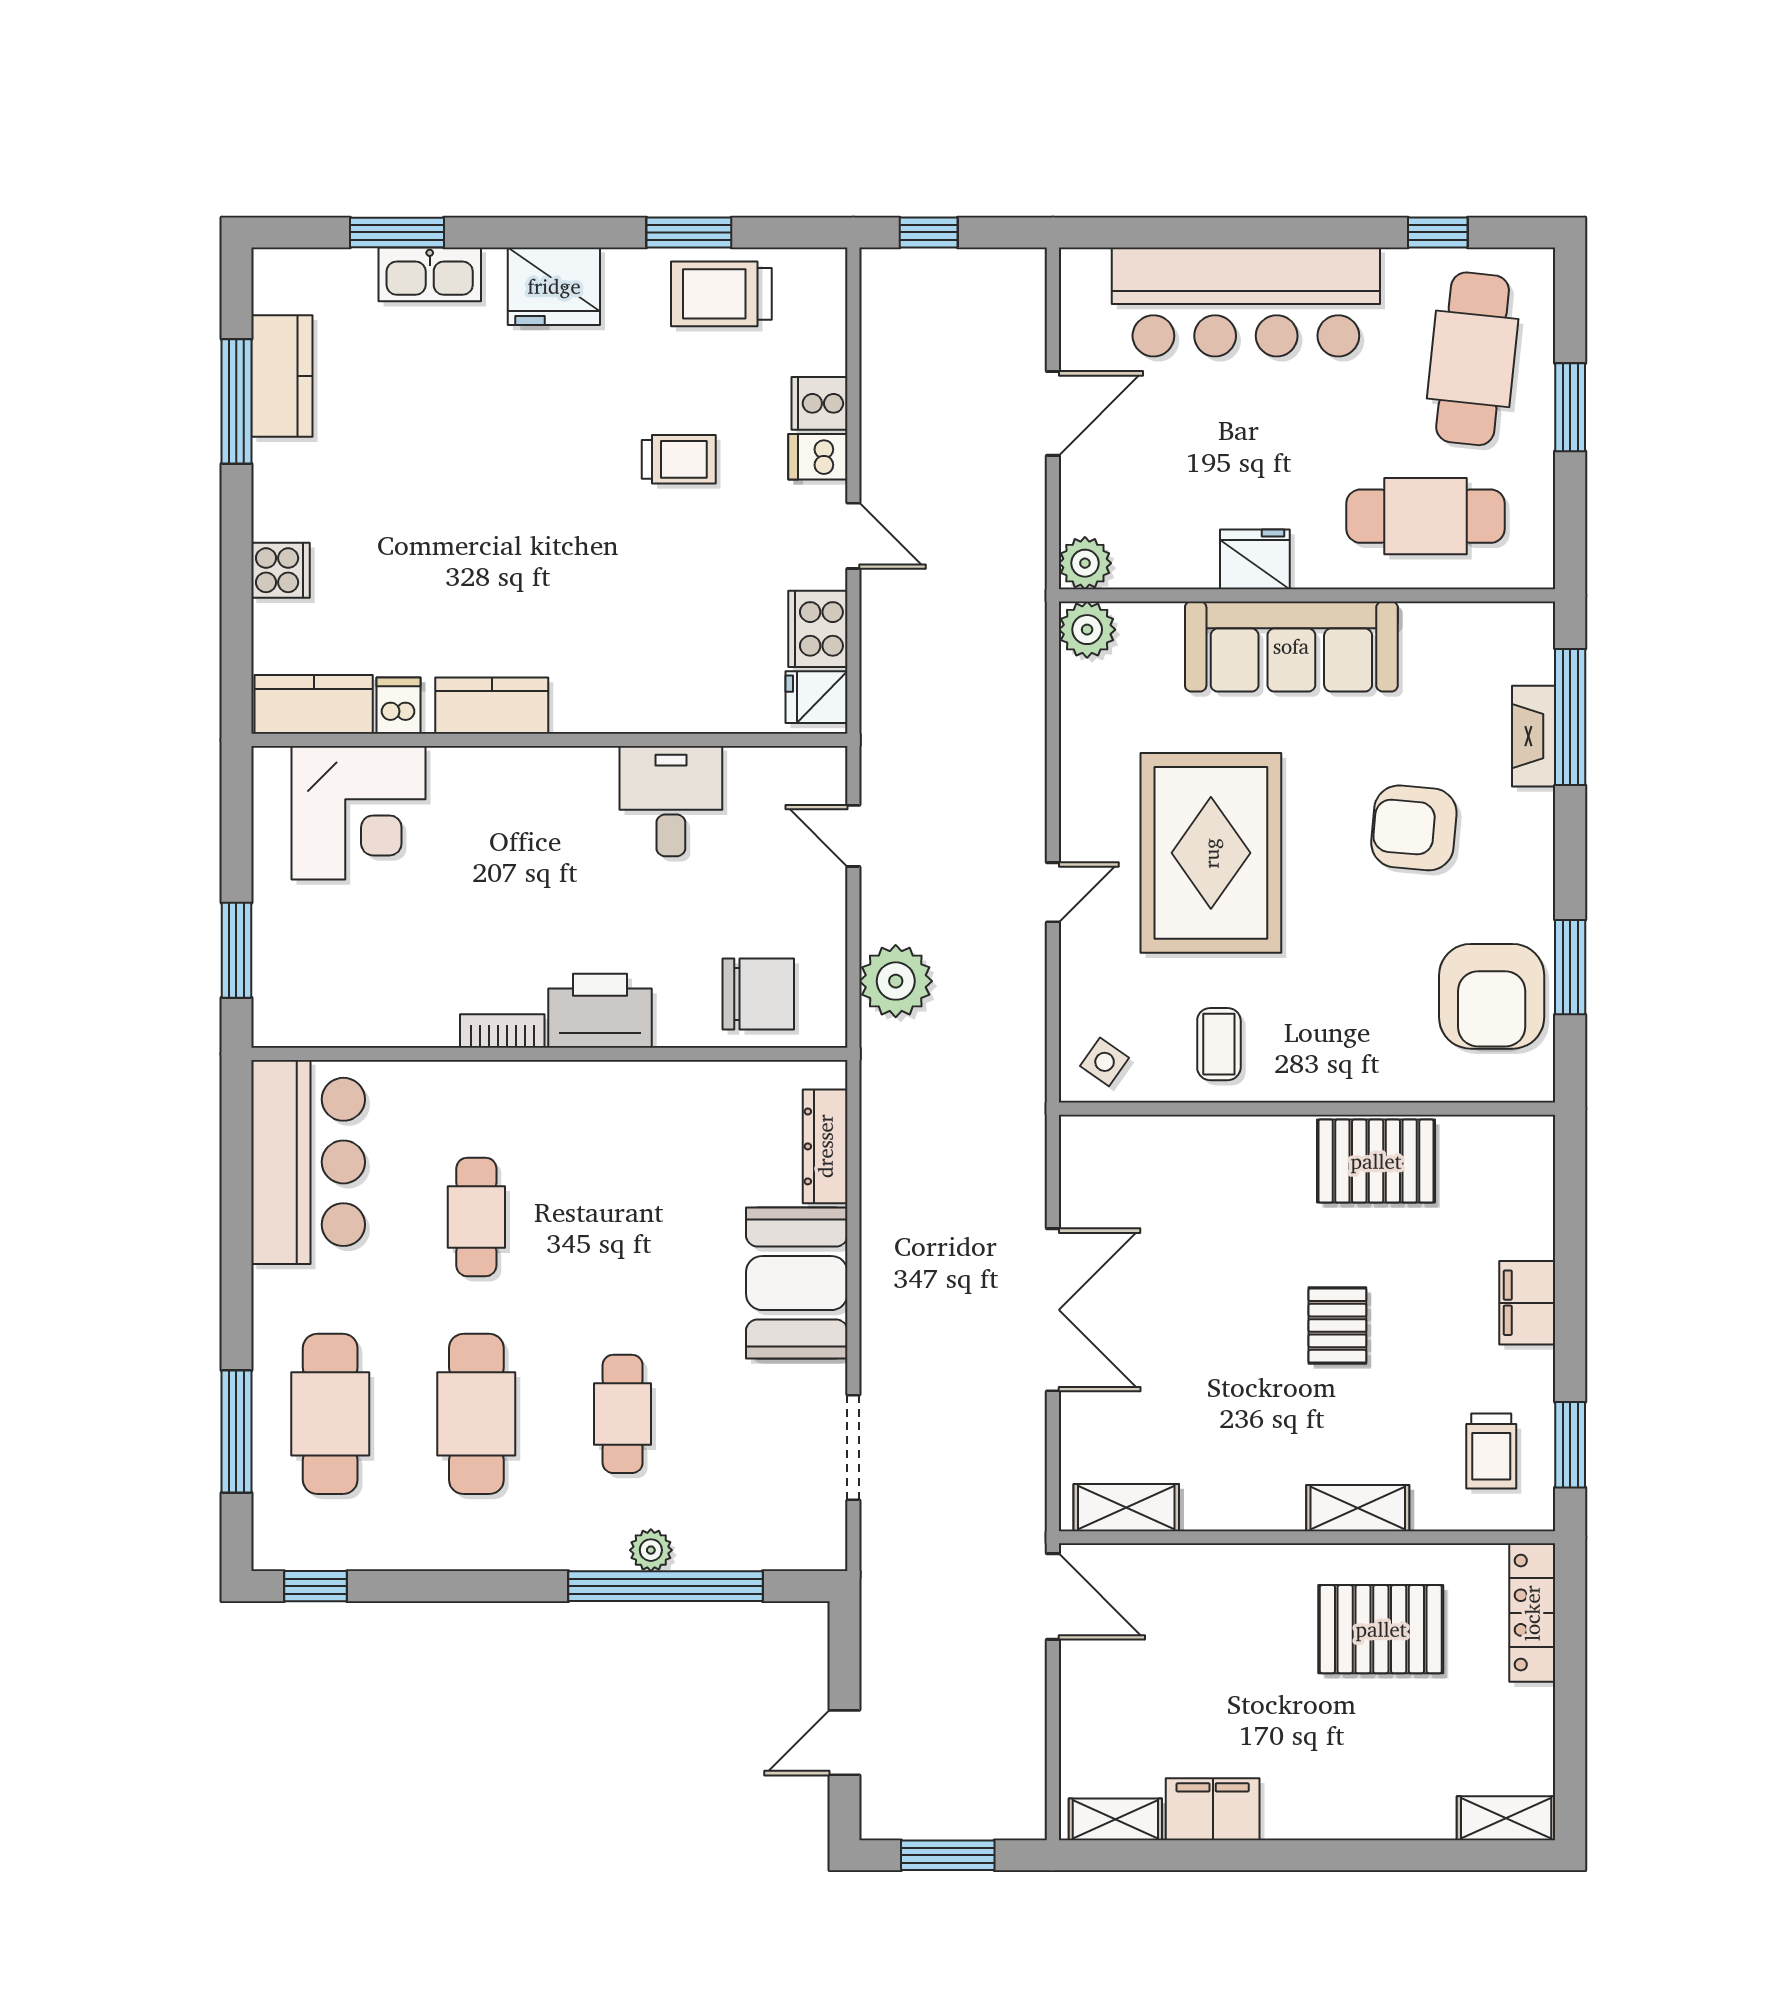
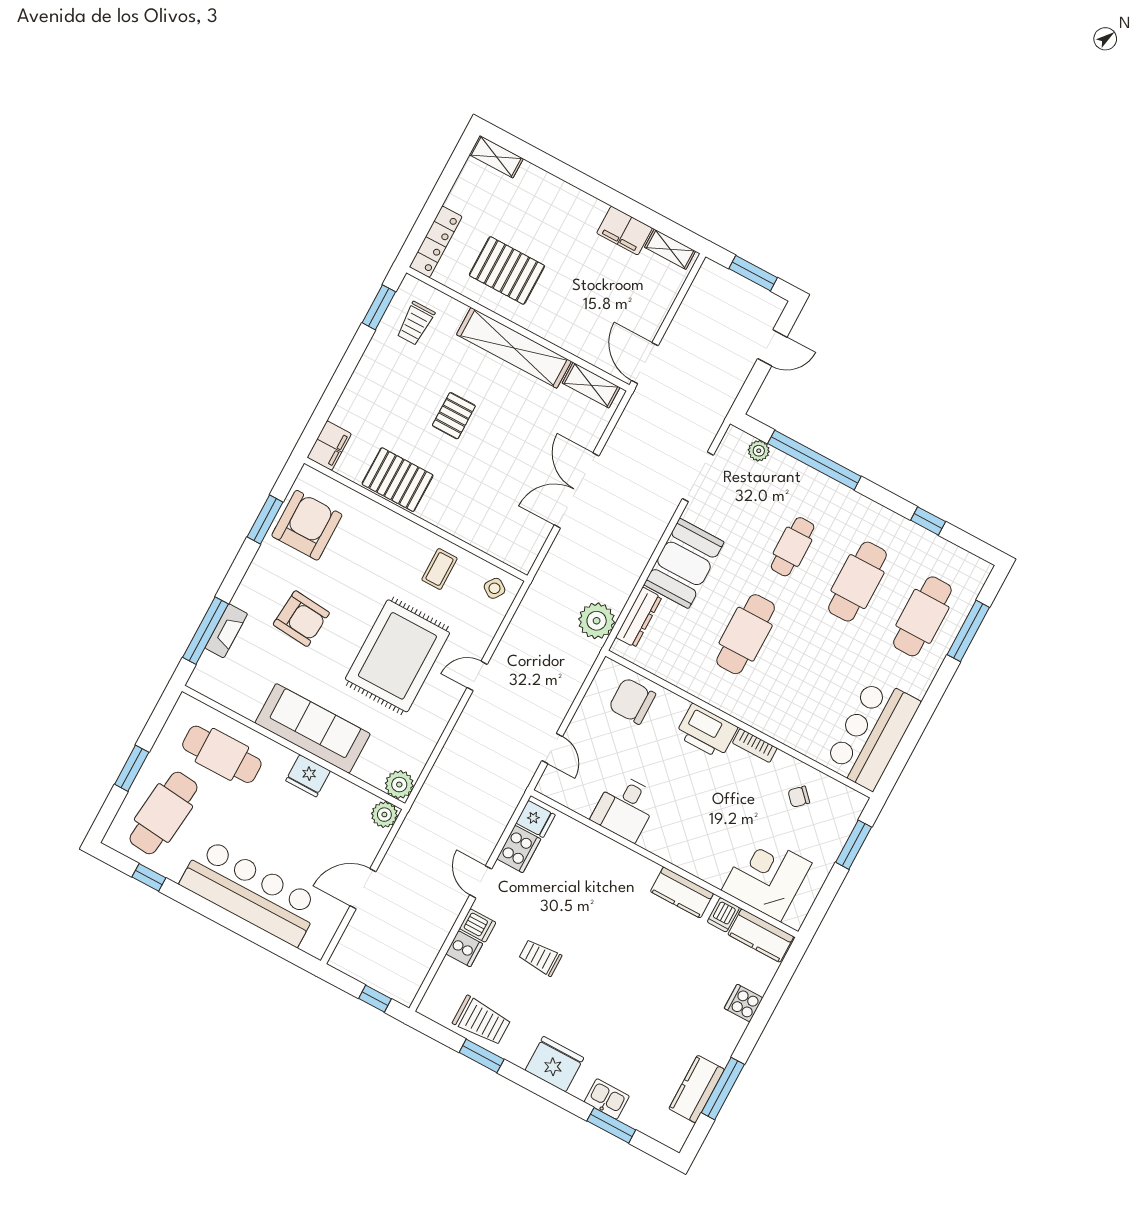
kitchen sink: (430, 274) -> (607, 1099), width x0.73
plant: (896, 981) -> (597, 621), moved
chair: (377, 983) -> (799, 797), added
cafe table: (476, 1217) -> (746, 634), moved, width x1.37, depth x1.35
filing cabinet: (1527, 1303) -> (329, 446), moved
trolley: (1491, 1451) -> (415, 323), turned 180
shelving: (1358, 1508) -> (514, 348), width x2.20, depth x1.33
plant: (651, 1550) -> (759, 451), moved
window: (316, 1586) -> (928, 521), moved

